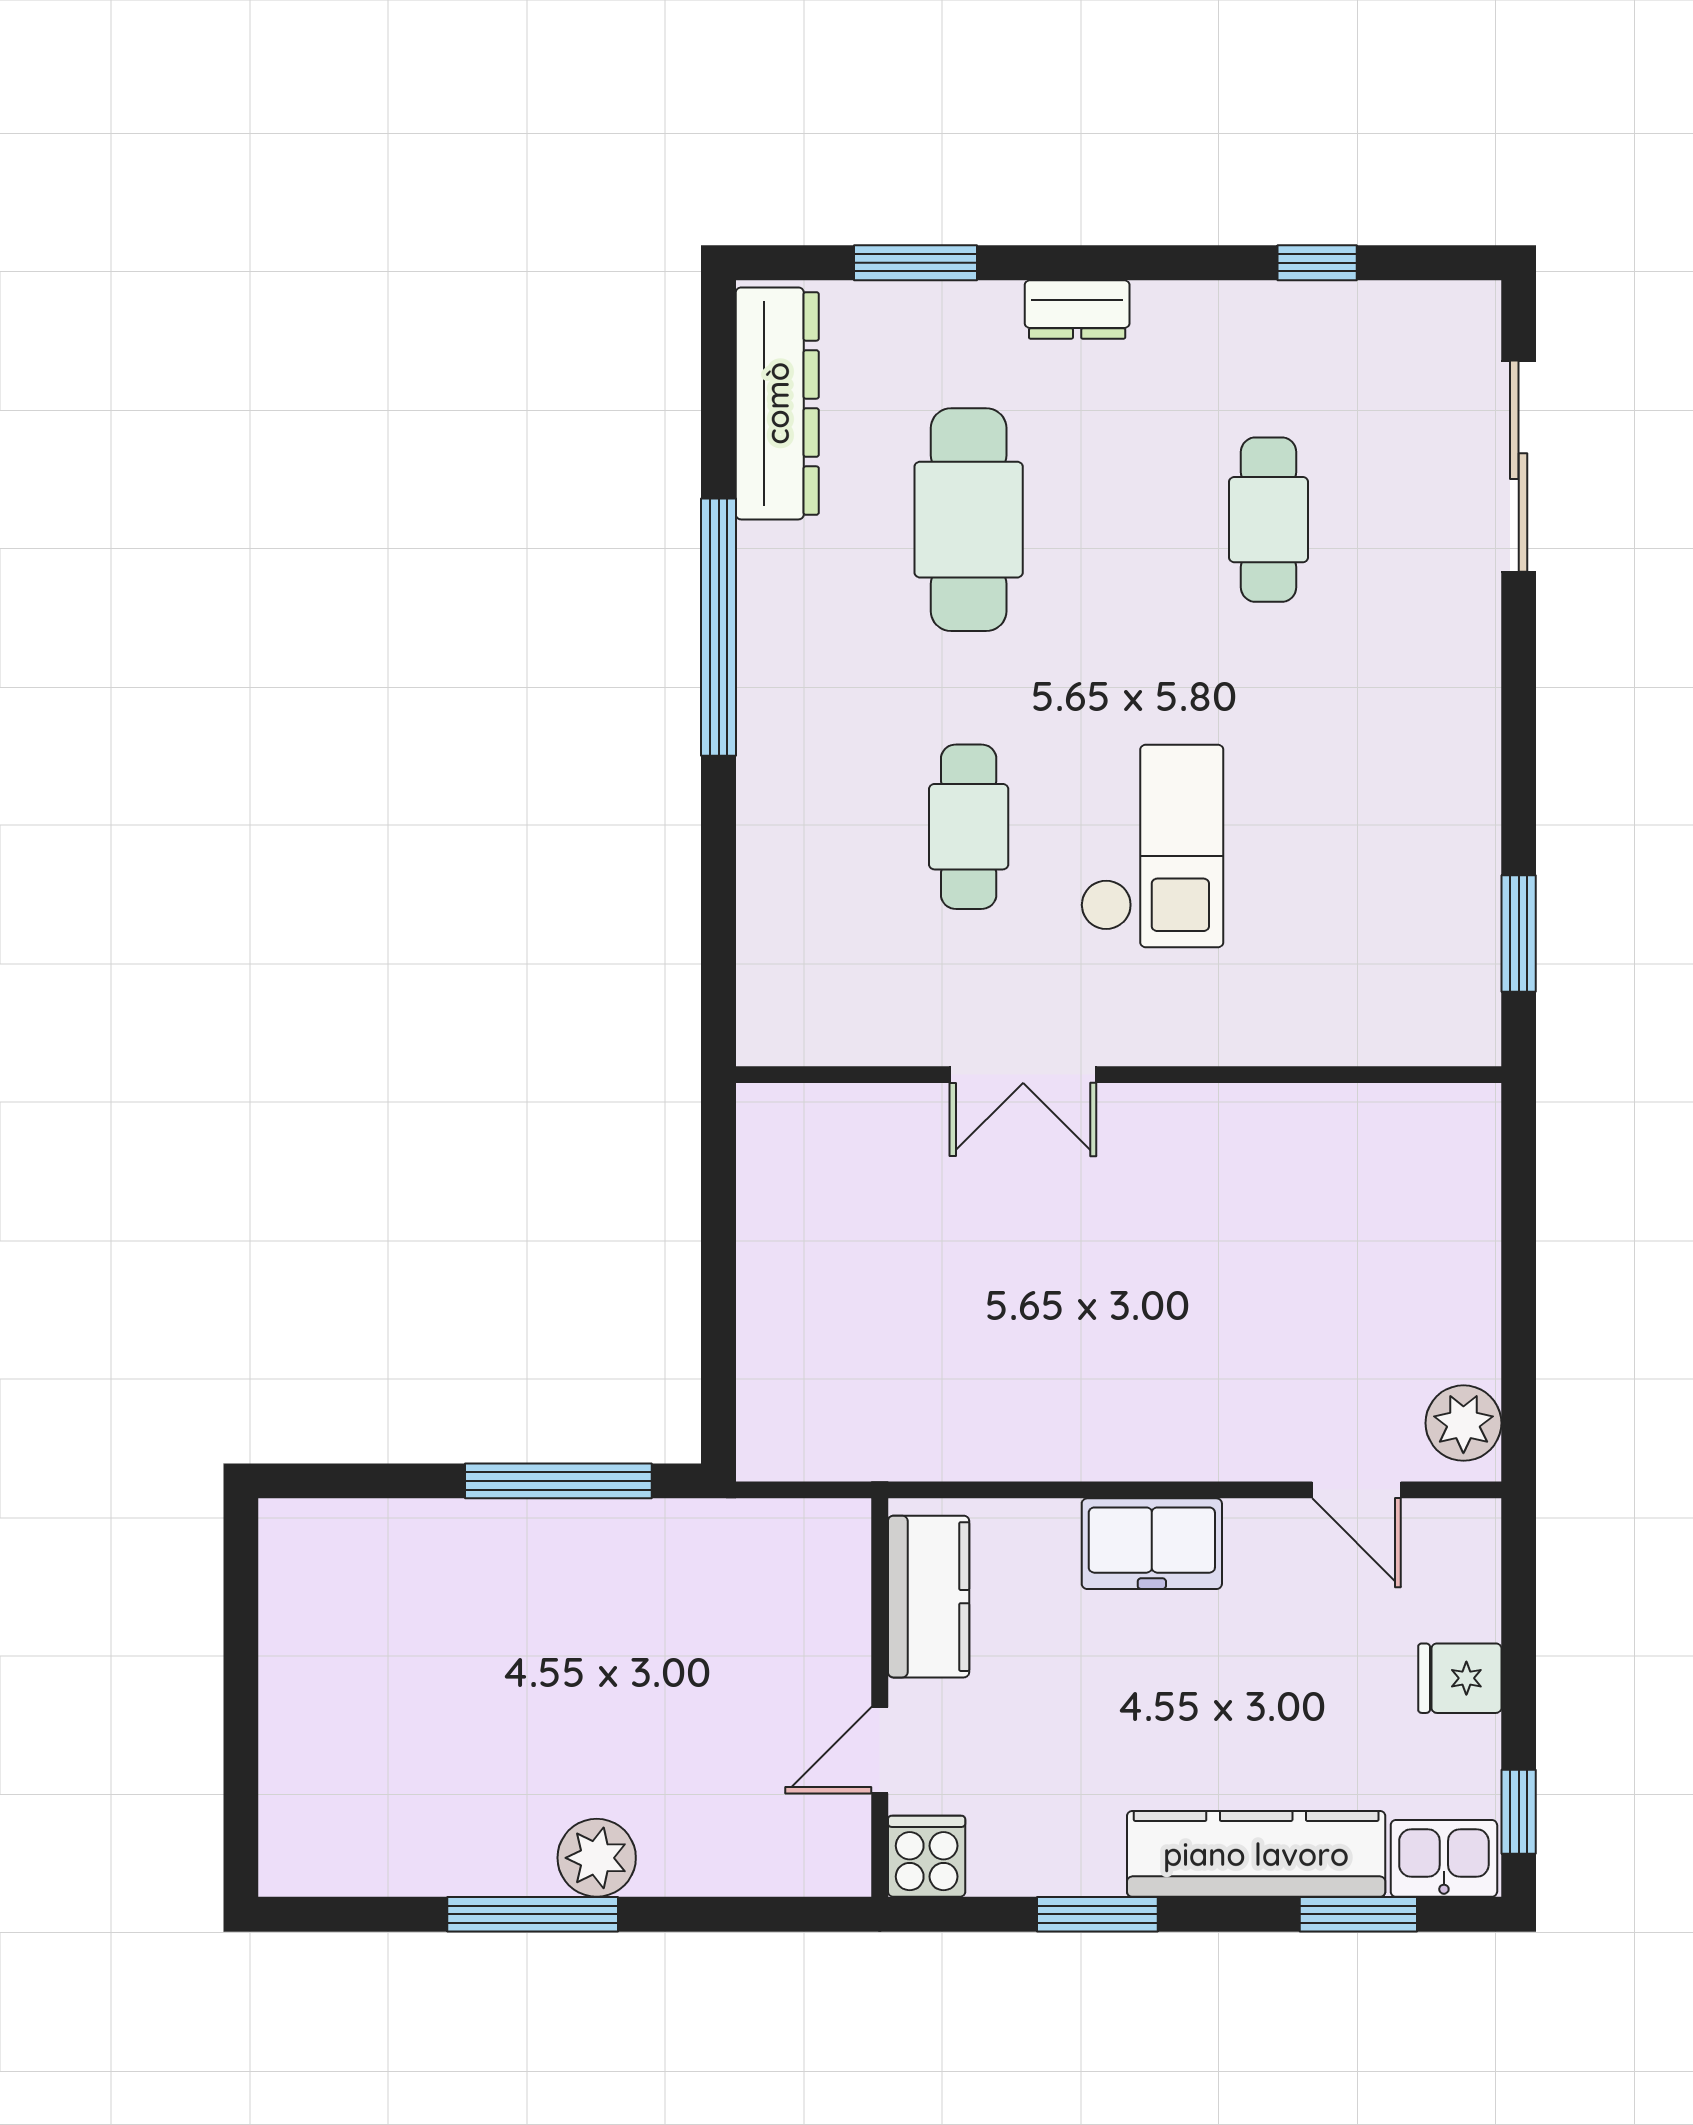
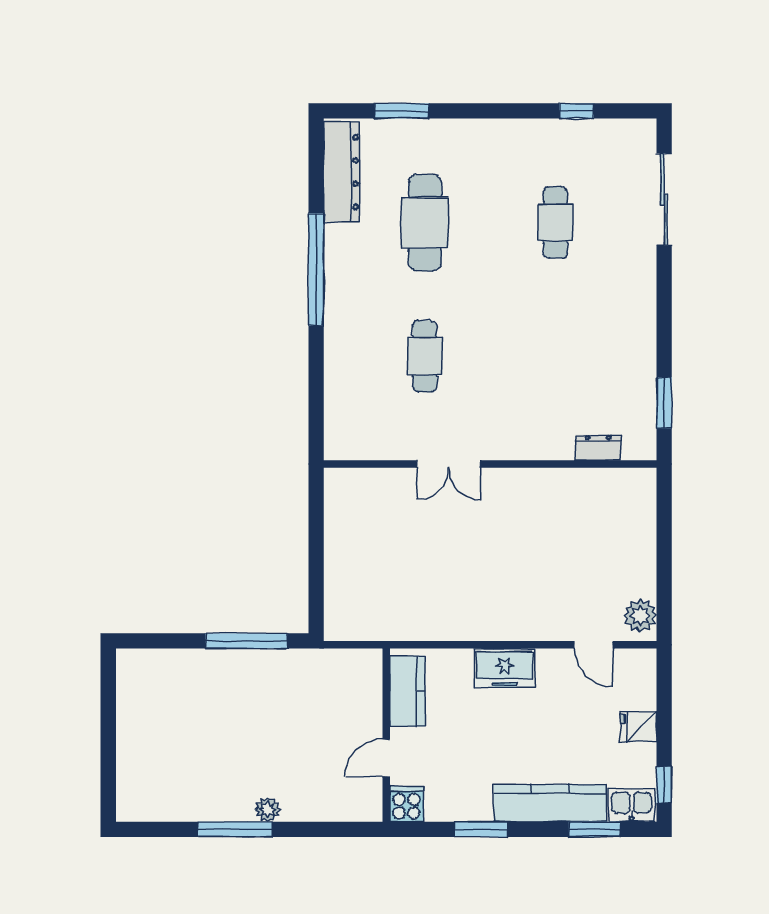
dresser: (1077, 309) -> (598, 448), moved, turned 180
checkout: (1152, 846) -> (505, 365), removed
plant: (597, 1858) -> (268, 809), width x0.73, depth x0.73

